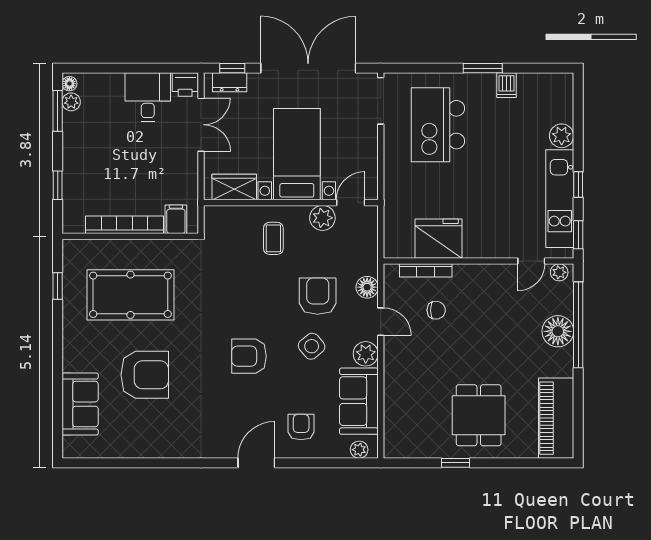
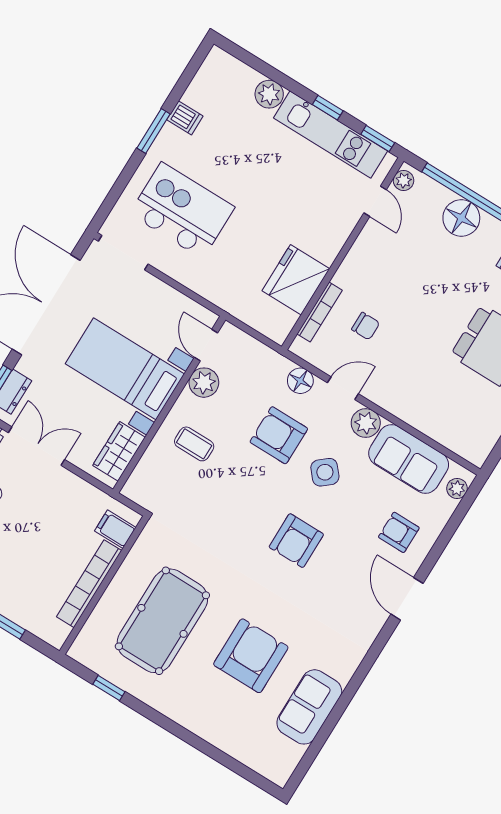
kitchen island: (438, 125) -> (182, 210), turned 180
chair: (436, 310) -> (366, 326), turned 90
sofa: (80, 404) -> (309, 707), moved, turned -90

